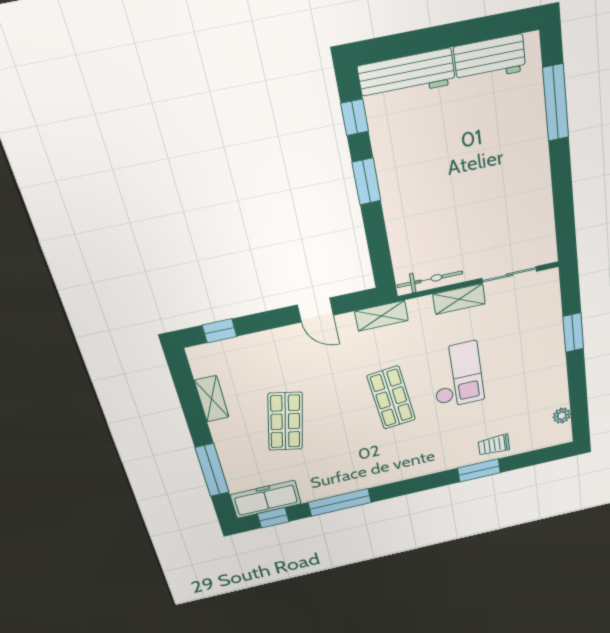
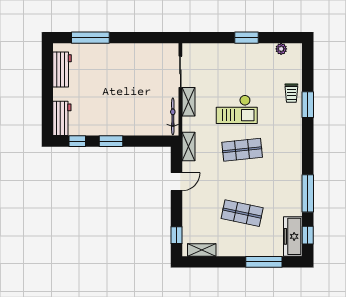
workbench: (407, 75) -> (62, 118), width x0.73
window: (573, 332) -> (247, 38), moved
checkout: (457, 375) -> (237, 109), turned 180
shelving: (212, 399) -> (202, 250), moved

